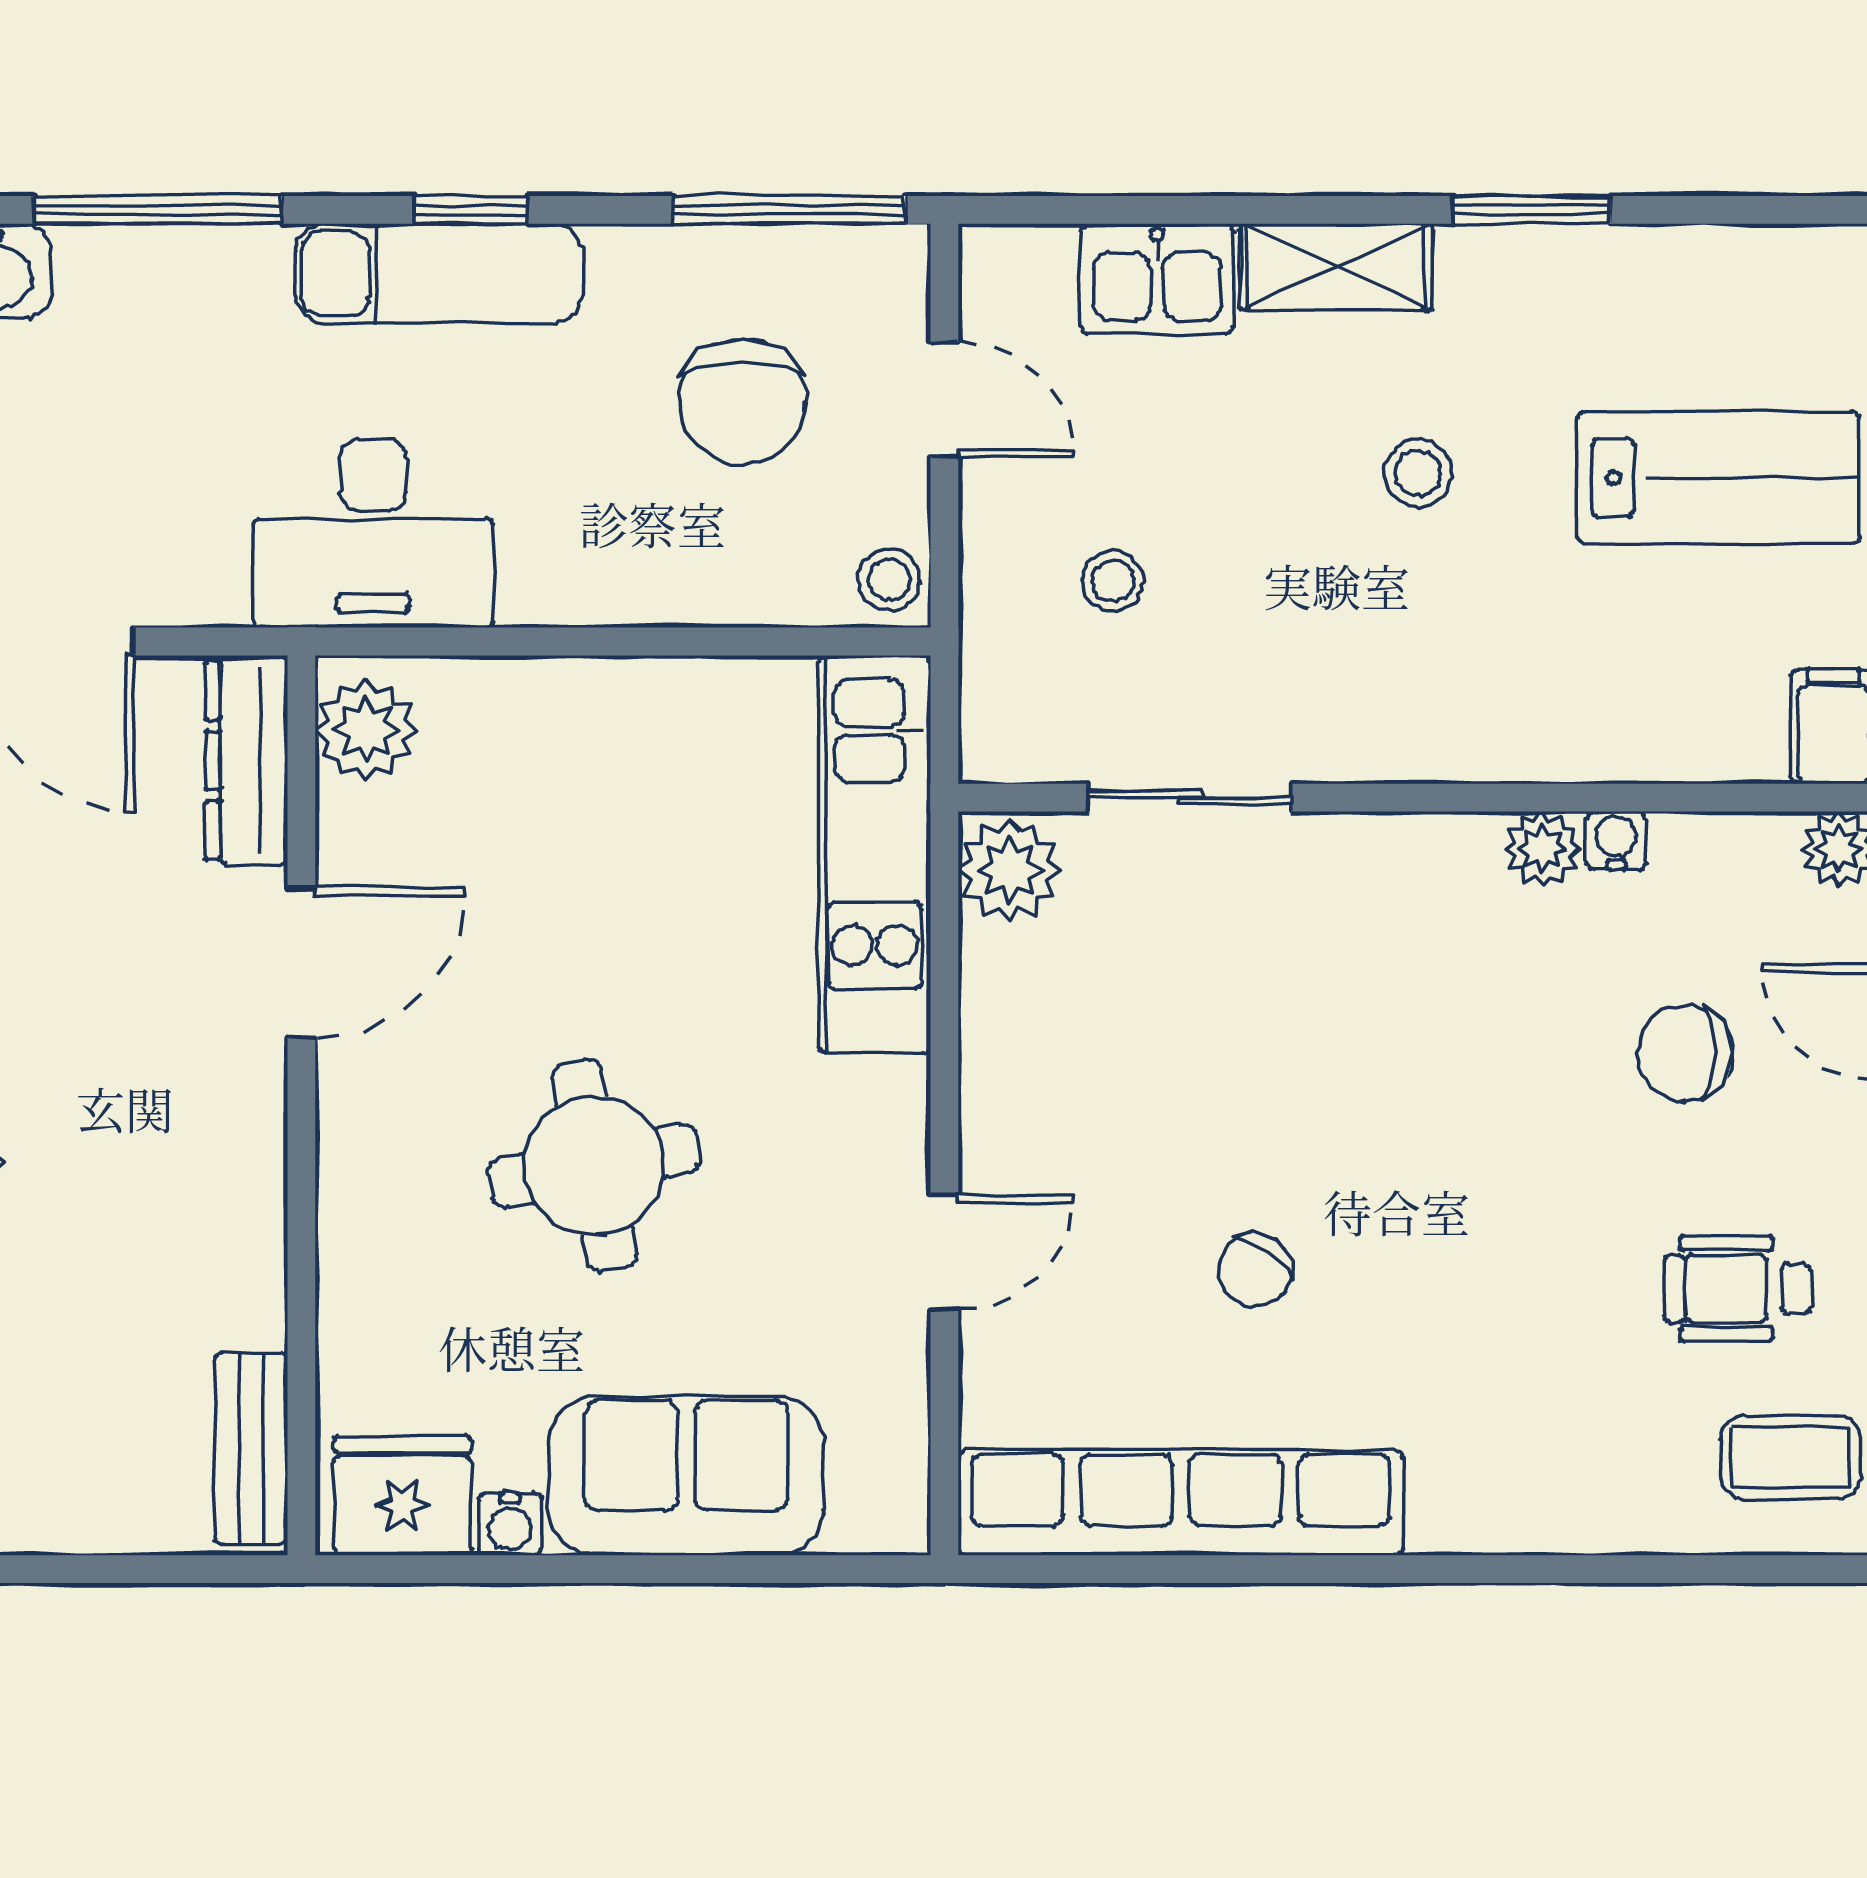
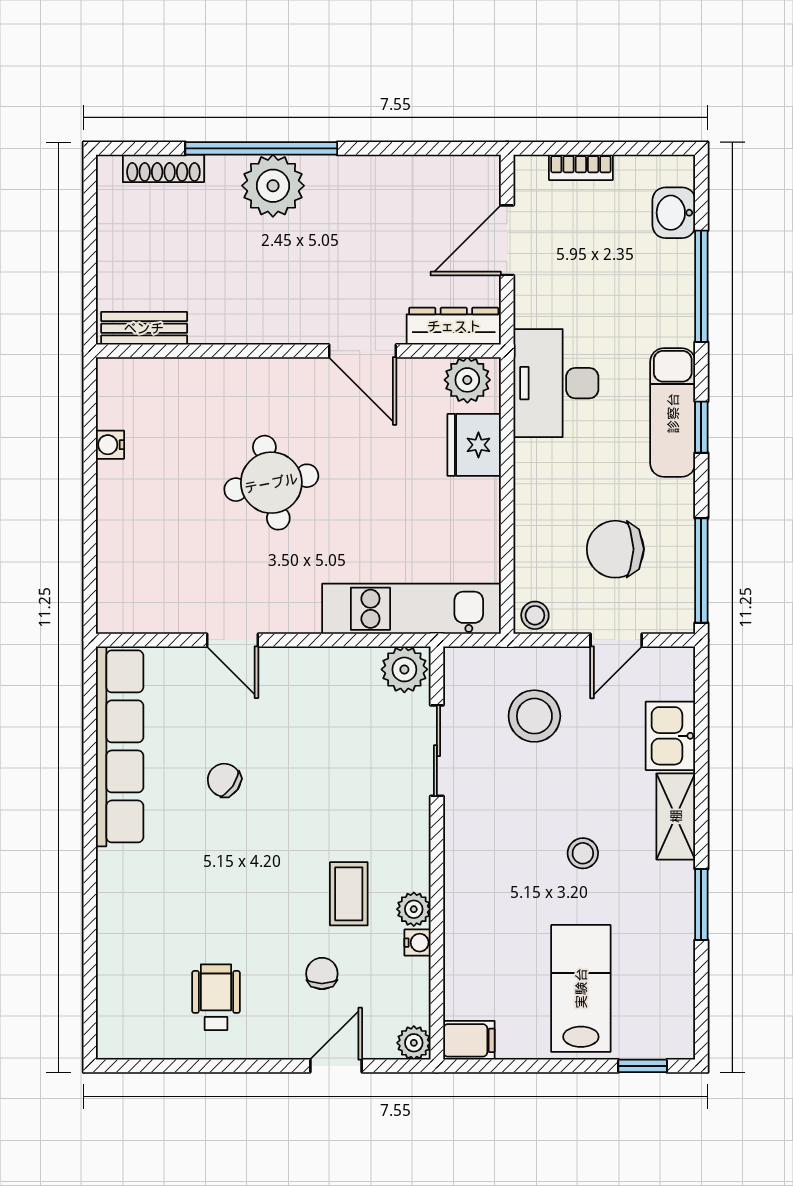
lab bench: (1718, 478) -> (581, 988), turned 180
stool: (1113, 581) -> (534, 716), width x1.89, depth x1.89
chair: (1685, 1053) -> (322, 974), width x0.73, depth x0.73
coffee table: (1790, 1457) -> (349, 894), moved
sofa: (686, 1476) -> (132, 524), removed
fridge: (402, 1496) -> (474, 445), moved, turned 180

